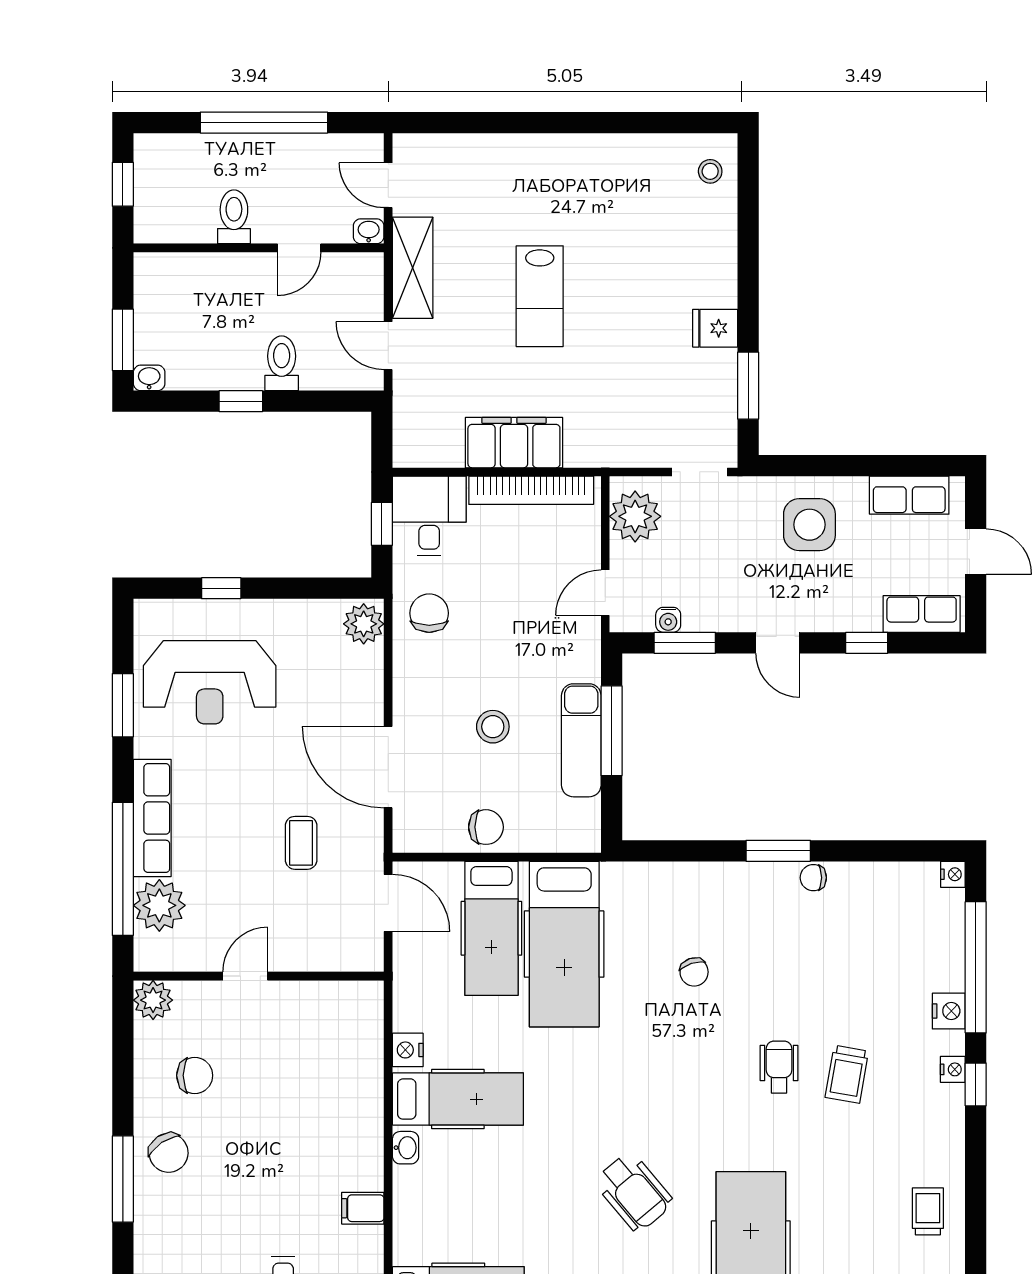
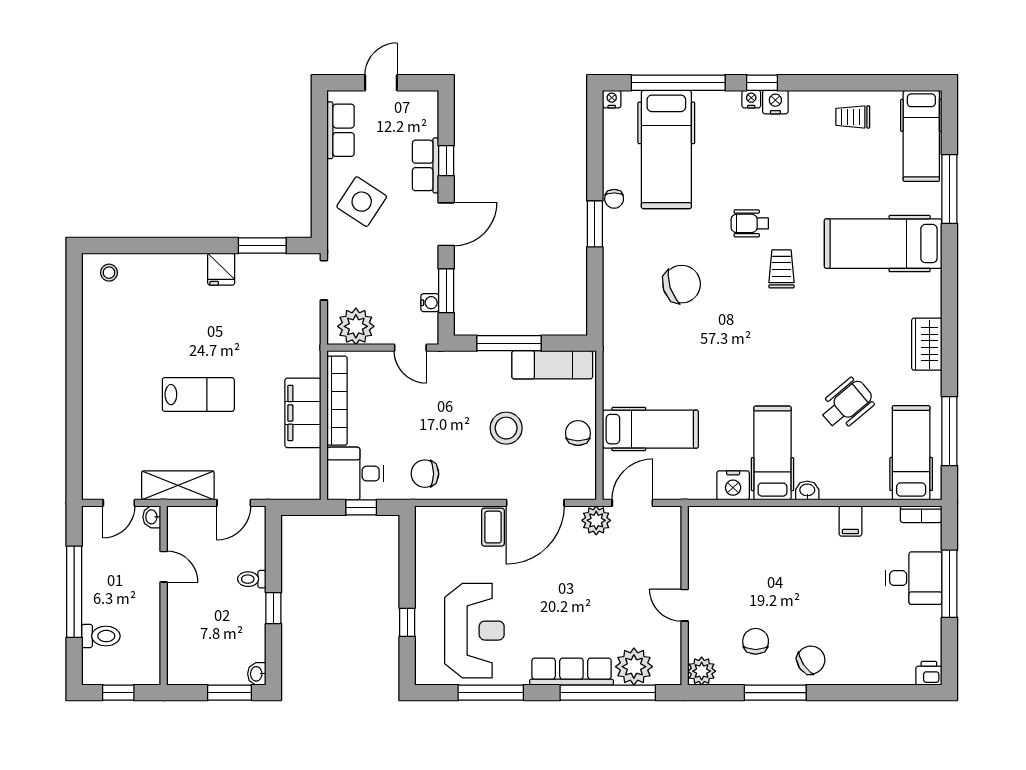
toilet: (234, 217) -> (101, 636), moved, turned 180
toilet: (282, 363) -> (252, 579), width x0.73, depth x0.72
side table: (809, 525) -> (362, 202), turned 33
row of seats: (922, 614) -> (426, 165), moved
plant: (364, 624) -> (596, 520), moved
door: (778, 643) -> (446, 224), width x1.38
window: (123, 705) -> (491, 693), width x1.44
stool: (493, 727) -> (506, 428), width x1.38, depth x1.38
exam couch: (581, 740) -> (552, 365), moved
coffee table: (301, 843) -> (493, 527), moved, turned 90
hospital bed: (564, 944) -> (666, 149), moved, turned 90
chair: (694, 972) -> (682, 284), width x1.87, depth x1.87
nightstand: (949, 1011) -> (775, 102), moved
nightstand: (408, 1050) -> (733, 485), width x1.36, depth x1.33
trolley: (847, 1074) -> (782, 269), moved, turned -100
window: (123, 1179) -> (775, 693), moved
wheelchair: (634, 1192) -> (847, 404), moved

